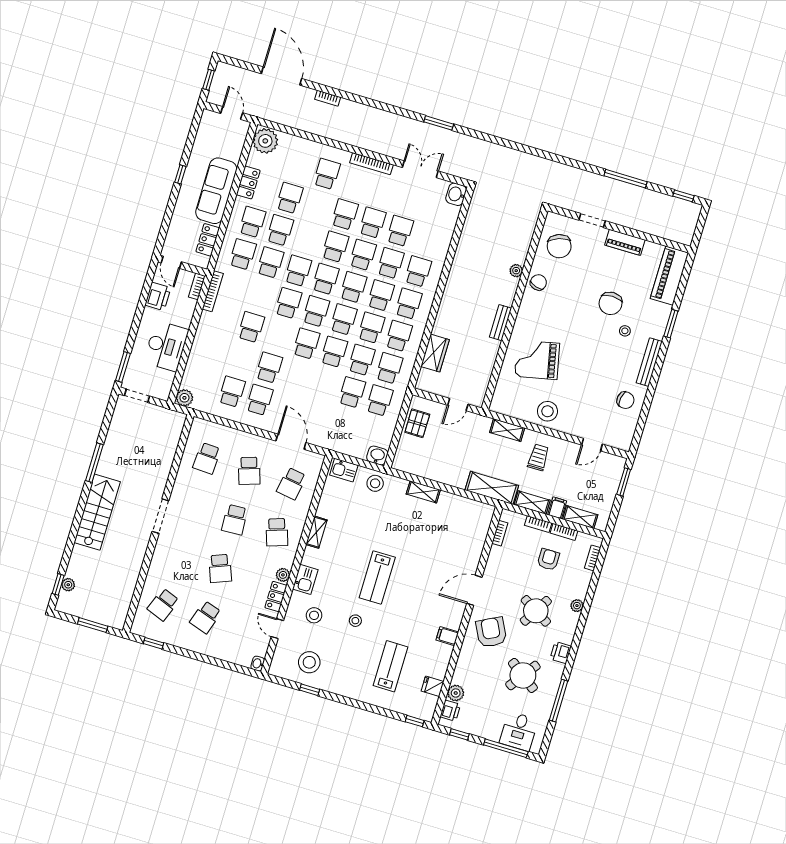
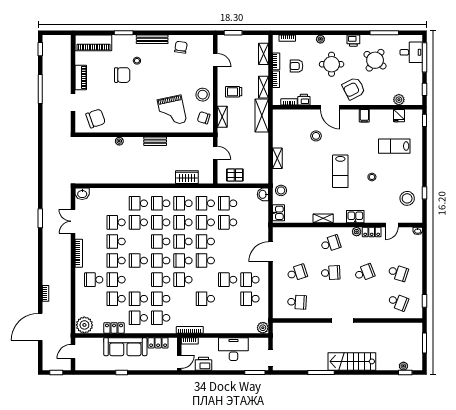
school desk: (363, 255) -> (116, 280), moved
chair: (538, 282) -> (204, 118), moved
school desk: (291, 483) -> (297, 244), removed
filing cabinet: (557, 508) -> (262, 70), removed
lab bench: (377, 577) -> (340, 171), turned 90
round table: (536, 611) -> (332, 64), turned -31
stool: (314, 615) -> (316, 136), moved
printer: (450, 711) -> (304, 100), moved

